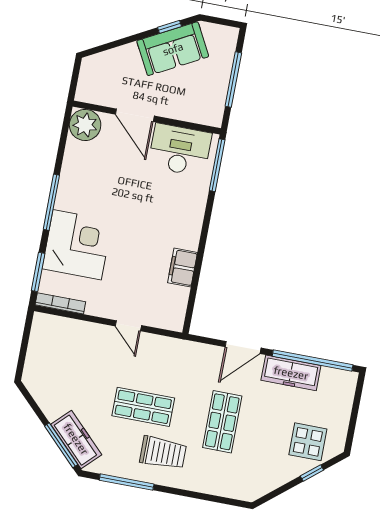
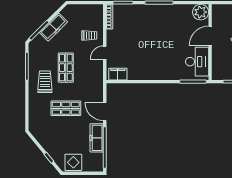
corner desk: (77, 245) -> (140, 19), removed
filing cabinet: (183, 268) -> (118, 74), moved
trolley: (89, 349) -> (89, 35), added
freezer: (76, 439) -> (53, 27), moved
display table: (308, 442) -> (73, 162), moved
trolley: (163, 453) -> (45, 82), turned 180

